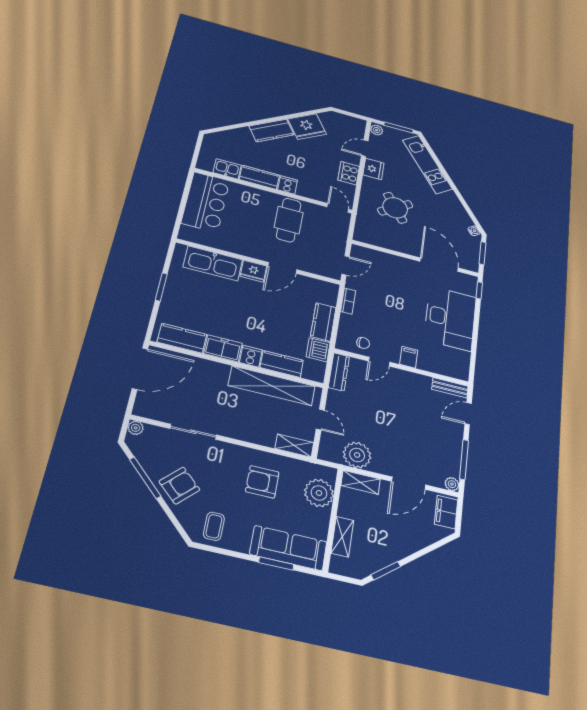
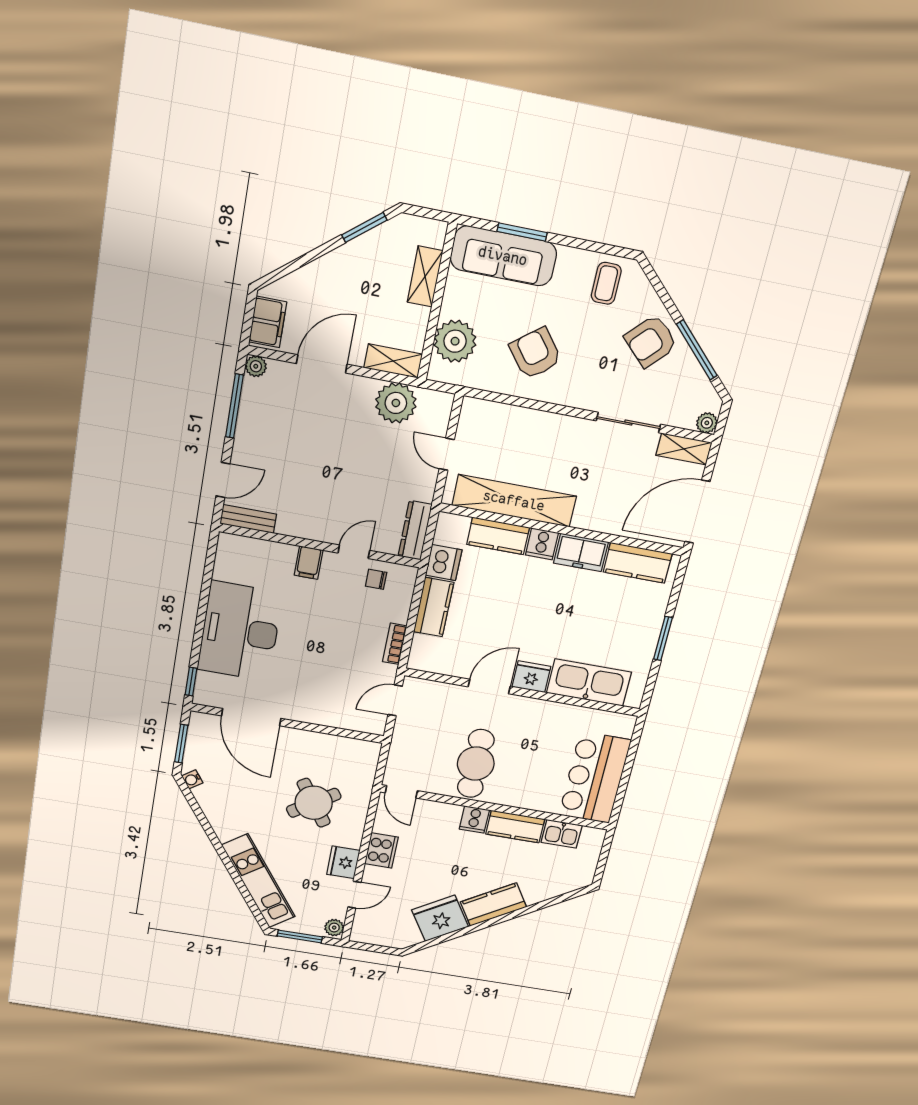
shelving: (294, 446) -> (684, 449), moved
armchair: (262, 482) -> (535, 353), turned -128

